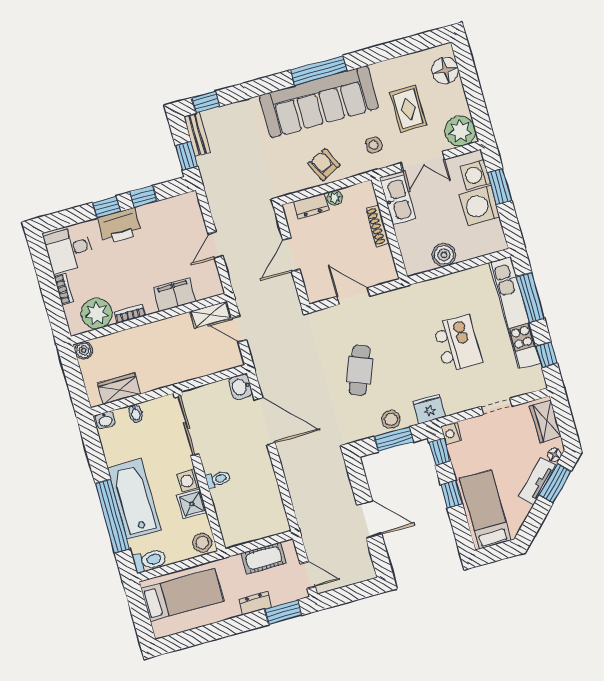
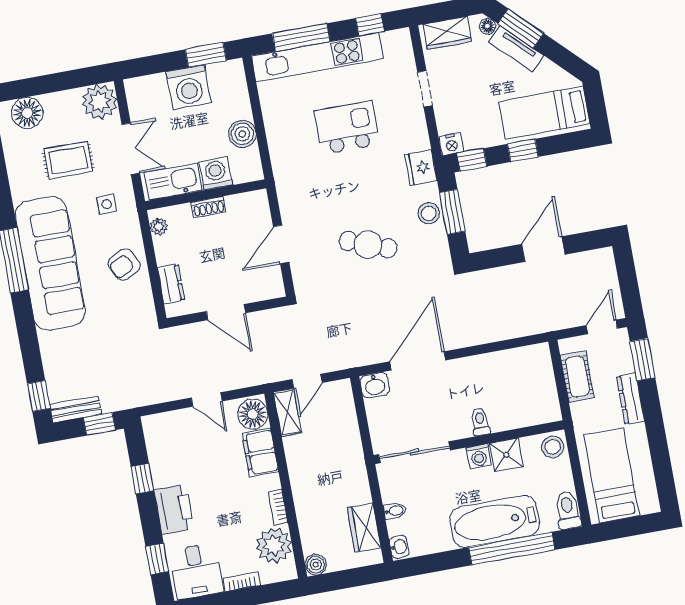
washing machine: (475, 175) -> (216, 173), moved, turned 180
window: (500, 187) -> (206, 55), moved
plant: (335, 198) -> (159, 226), moved
window: (107, 207) -> (157, 559), moved
shoe rack: (378, 226) -> (208, 207), width x0.70
floor lamp: (207, 285) -> (253, 414), added
dresser: (255, 603) -> (630, 399), width x1.44

